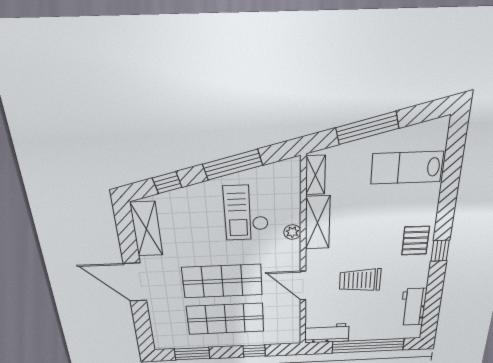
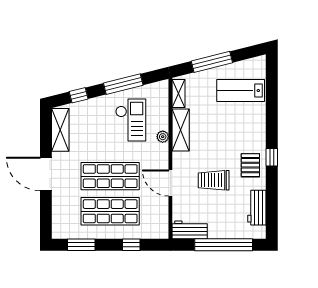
checkout: (246, 213) -> (131, 120), turned 180
pallet: (416, 241) -> (250, 165), moved

